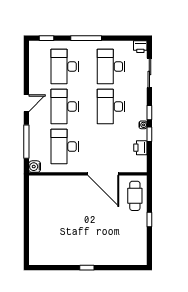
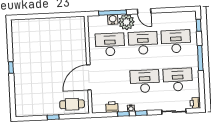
plant: (38, 125) -> (126, 22), added
water cooler: (35, 167) -> (113, 19), moved

